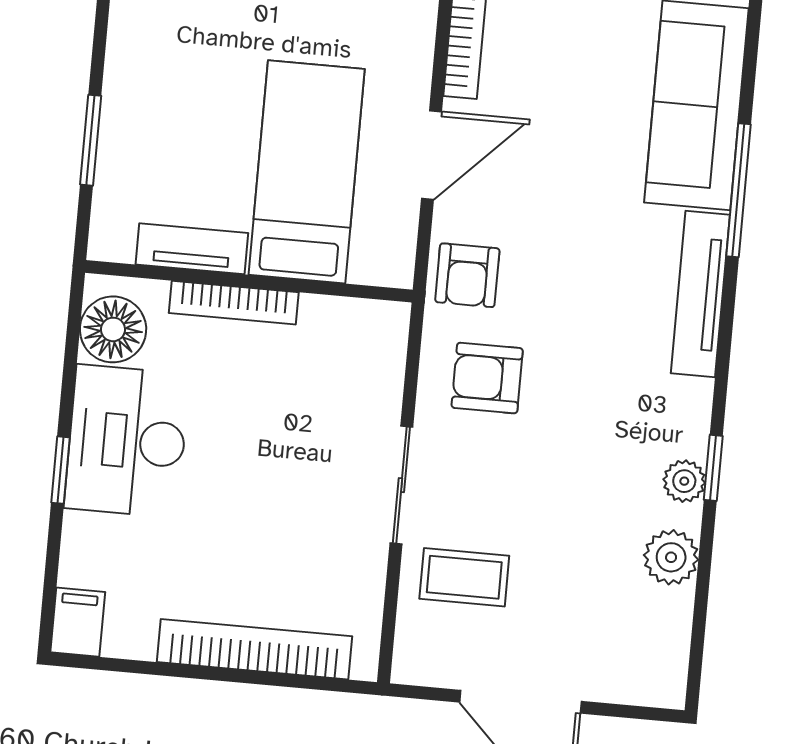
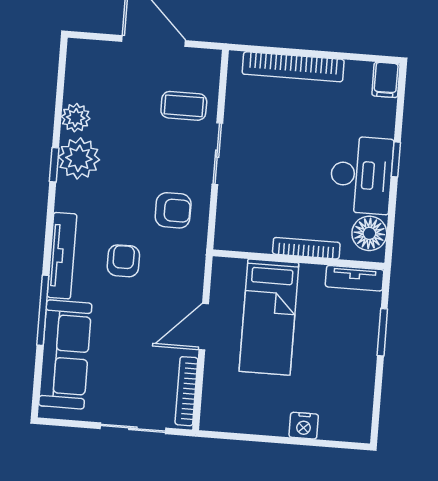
tv unit: (192, 249) -> (355, 278), moved
armchair: (467, 275) -> (123, 261), moved
plant: (684, 481) -> (79, 158), width x1.88, depth x1.88

